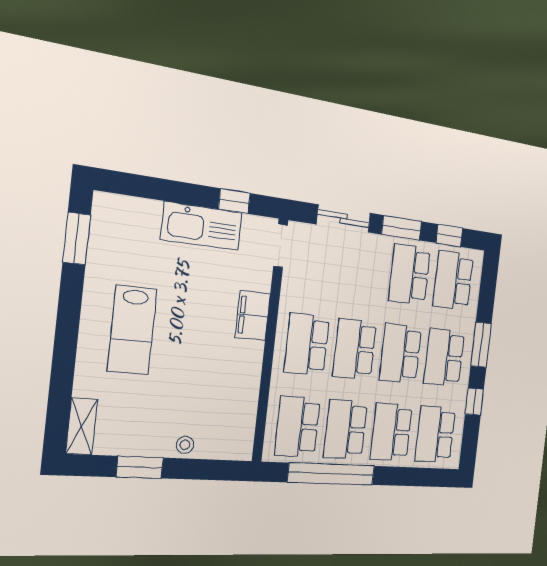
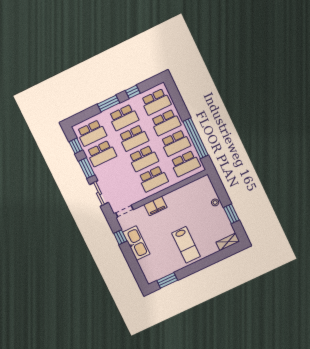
lab bench: (132, 330) -> (186, 245), turned 90

